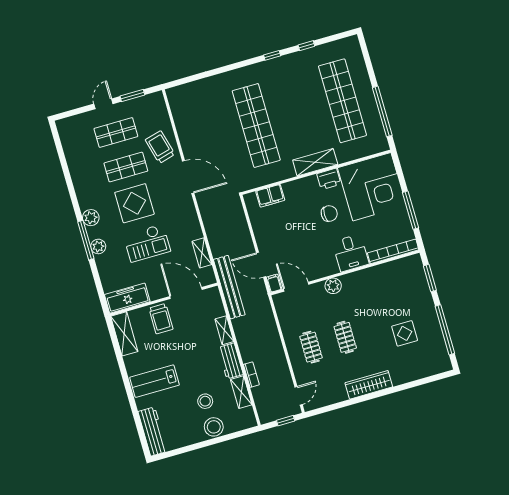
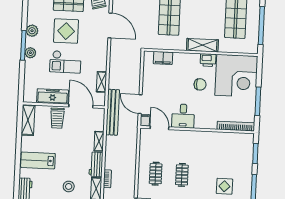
desk: (351, 253) -> (183, 116), moved
plant: (333, 286) -> (186, 136), removed
freezer: (127, 298) -> (53, 96), moved

